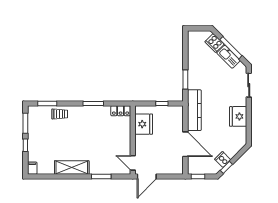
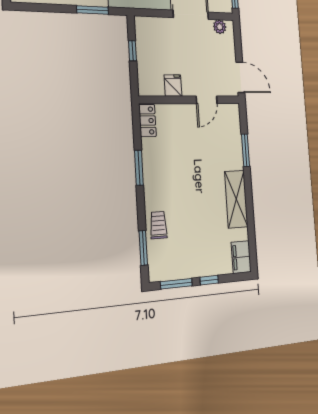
fridge: (144, 124) -> (173, 85), width x0.53, depth x0.75
door: (133, 163) -> (207, 100), moved
plant: (179, 164) -> (220, 27), added
filing cabinet: (32, 168) -> (241, 257), width x2.00

